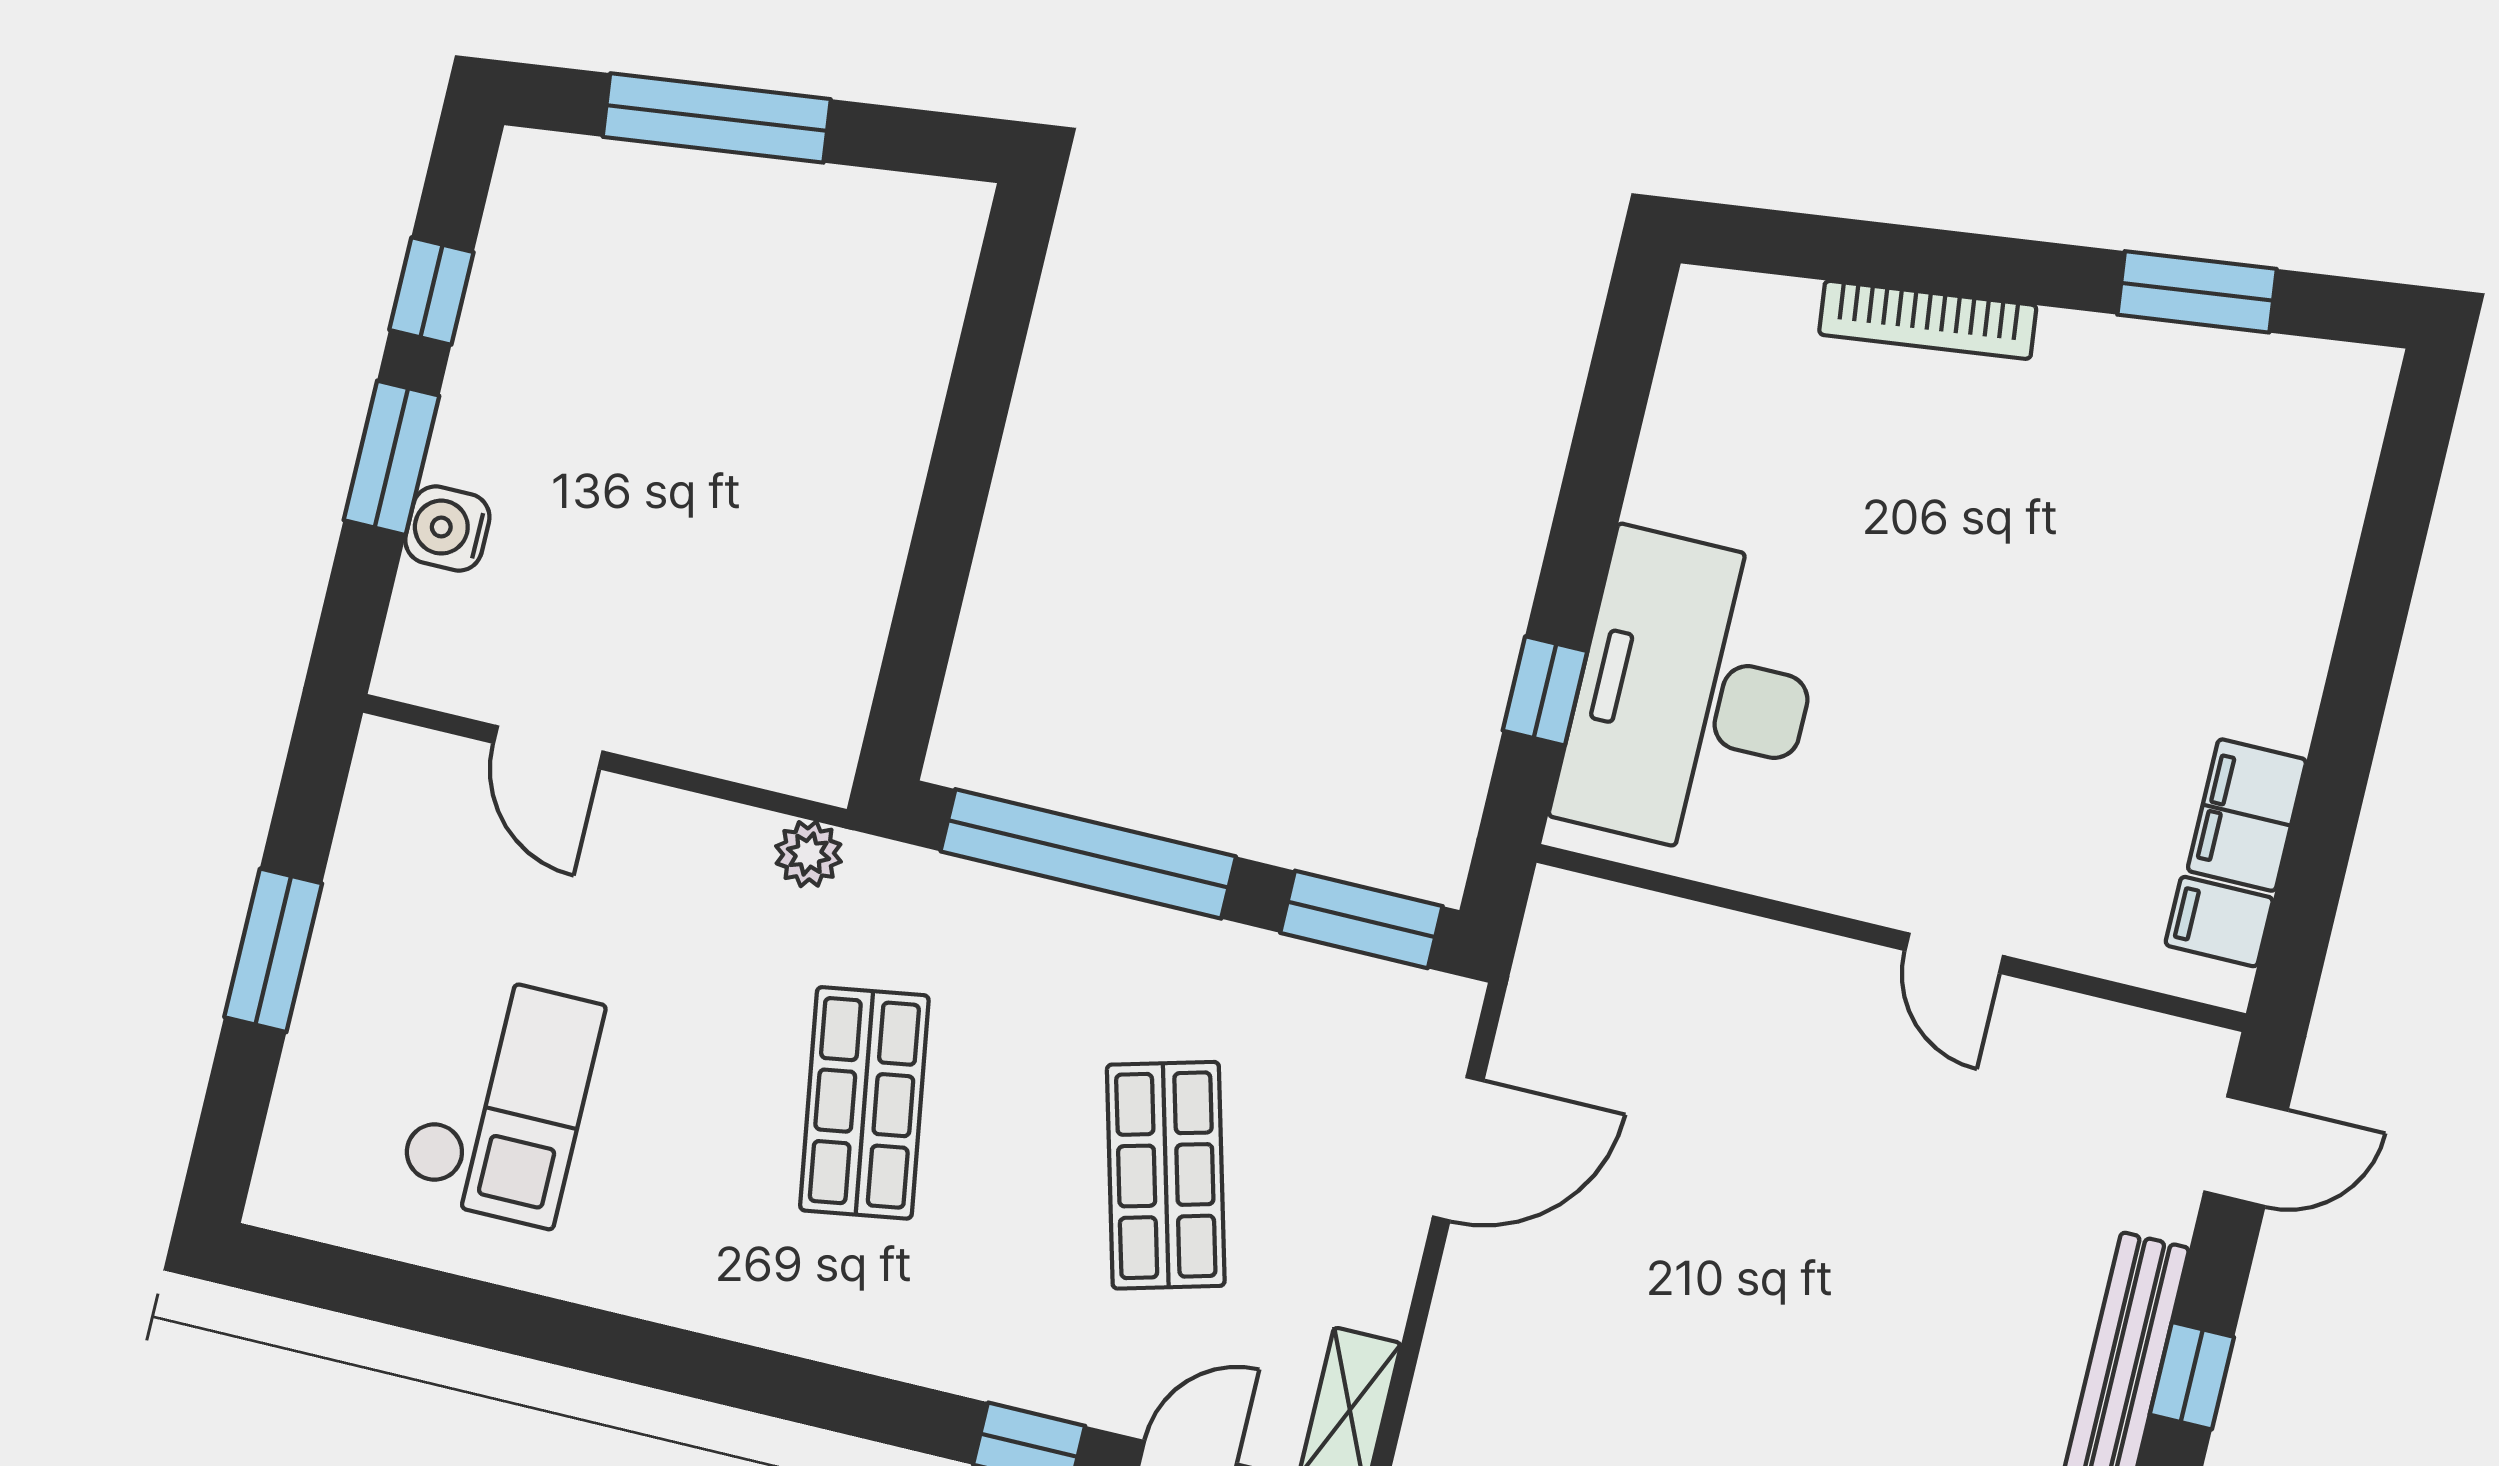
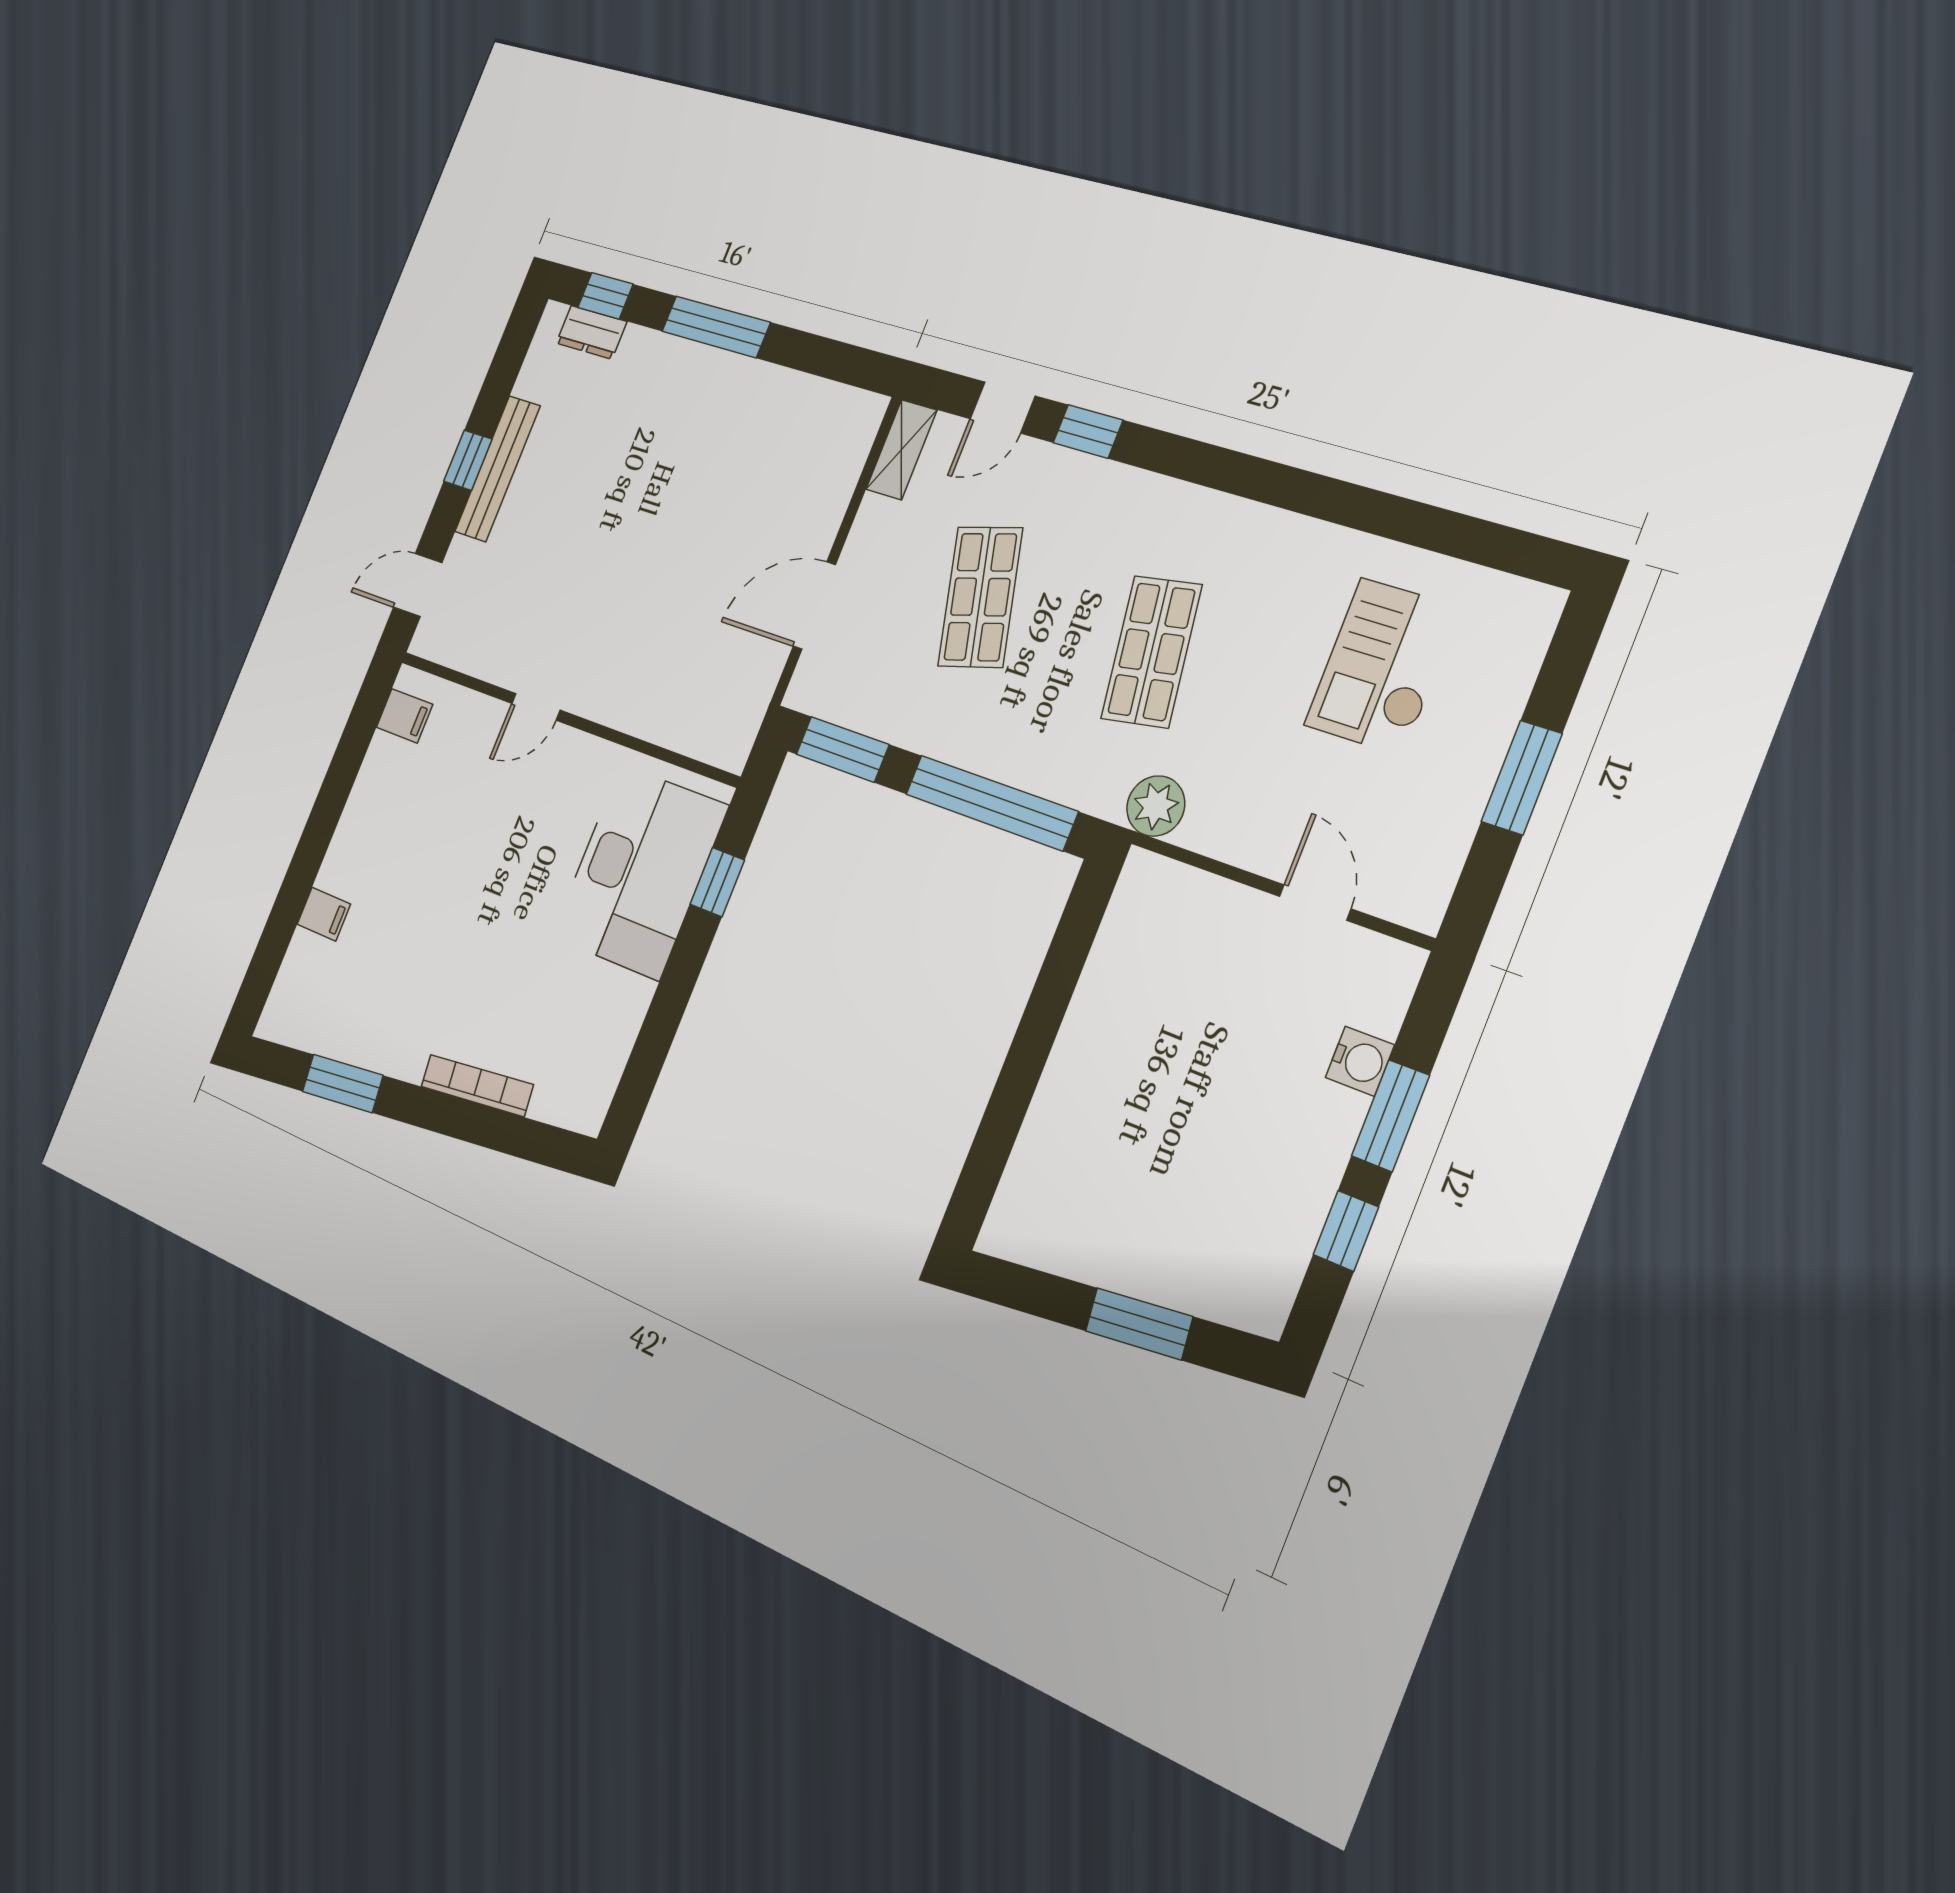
window: (717, 118) -> (1139, 1324), width x0.69
filing cabinet: (2247, 815) -> (324, 914), moved, width x0.50
plant: (809, 854) -> (1156, 806), width x1.38, depth x1.38
door: (1954, 953) -> (536, 707), swing flipped

